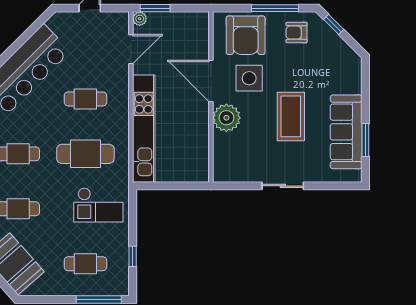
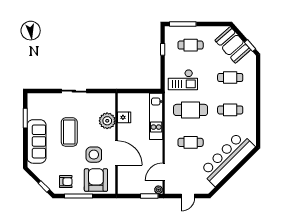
plant: (226, 118) -> (107, 121), moved
kitchen unit: (144, 129) -> (156, 116), width x0.73
sofa: (346, 132) -> (37, 141), moved
fridge: (198, 141) -> (124, 117), added
checkout: (98, 205) -> (183, 80), turned 180

